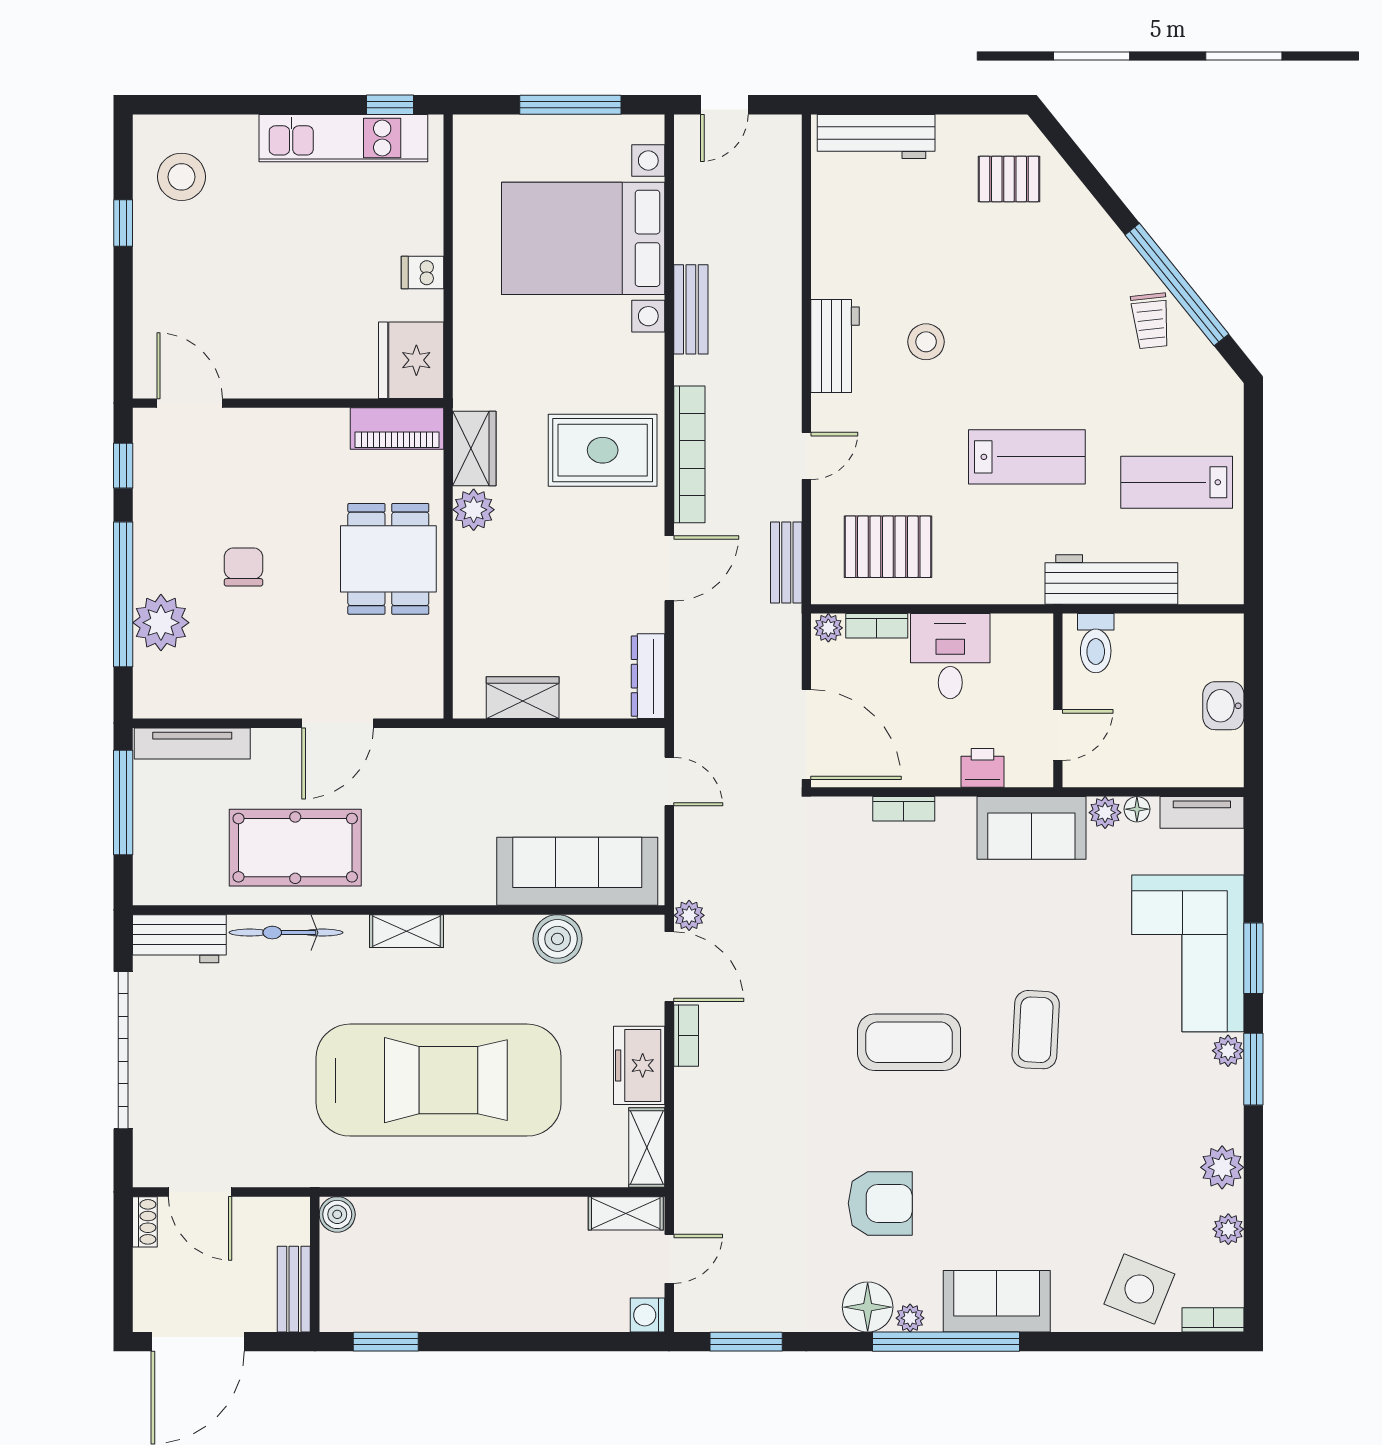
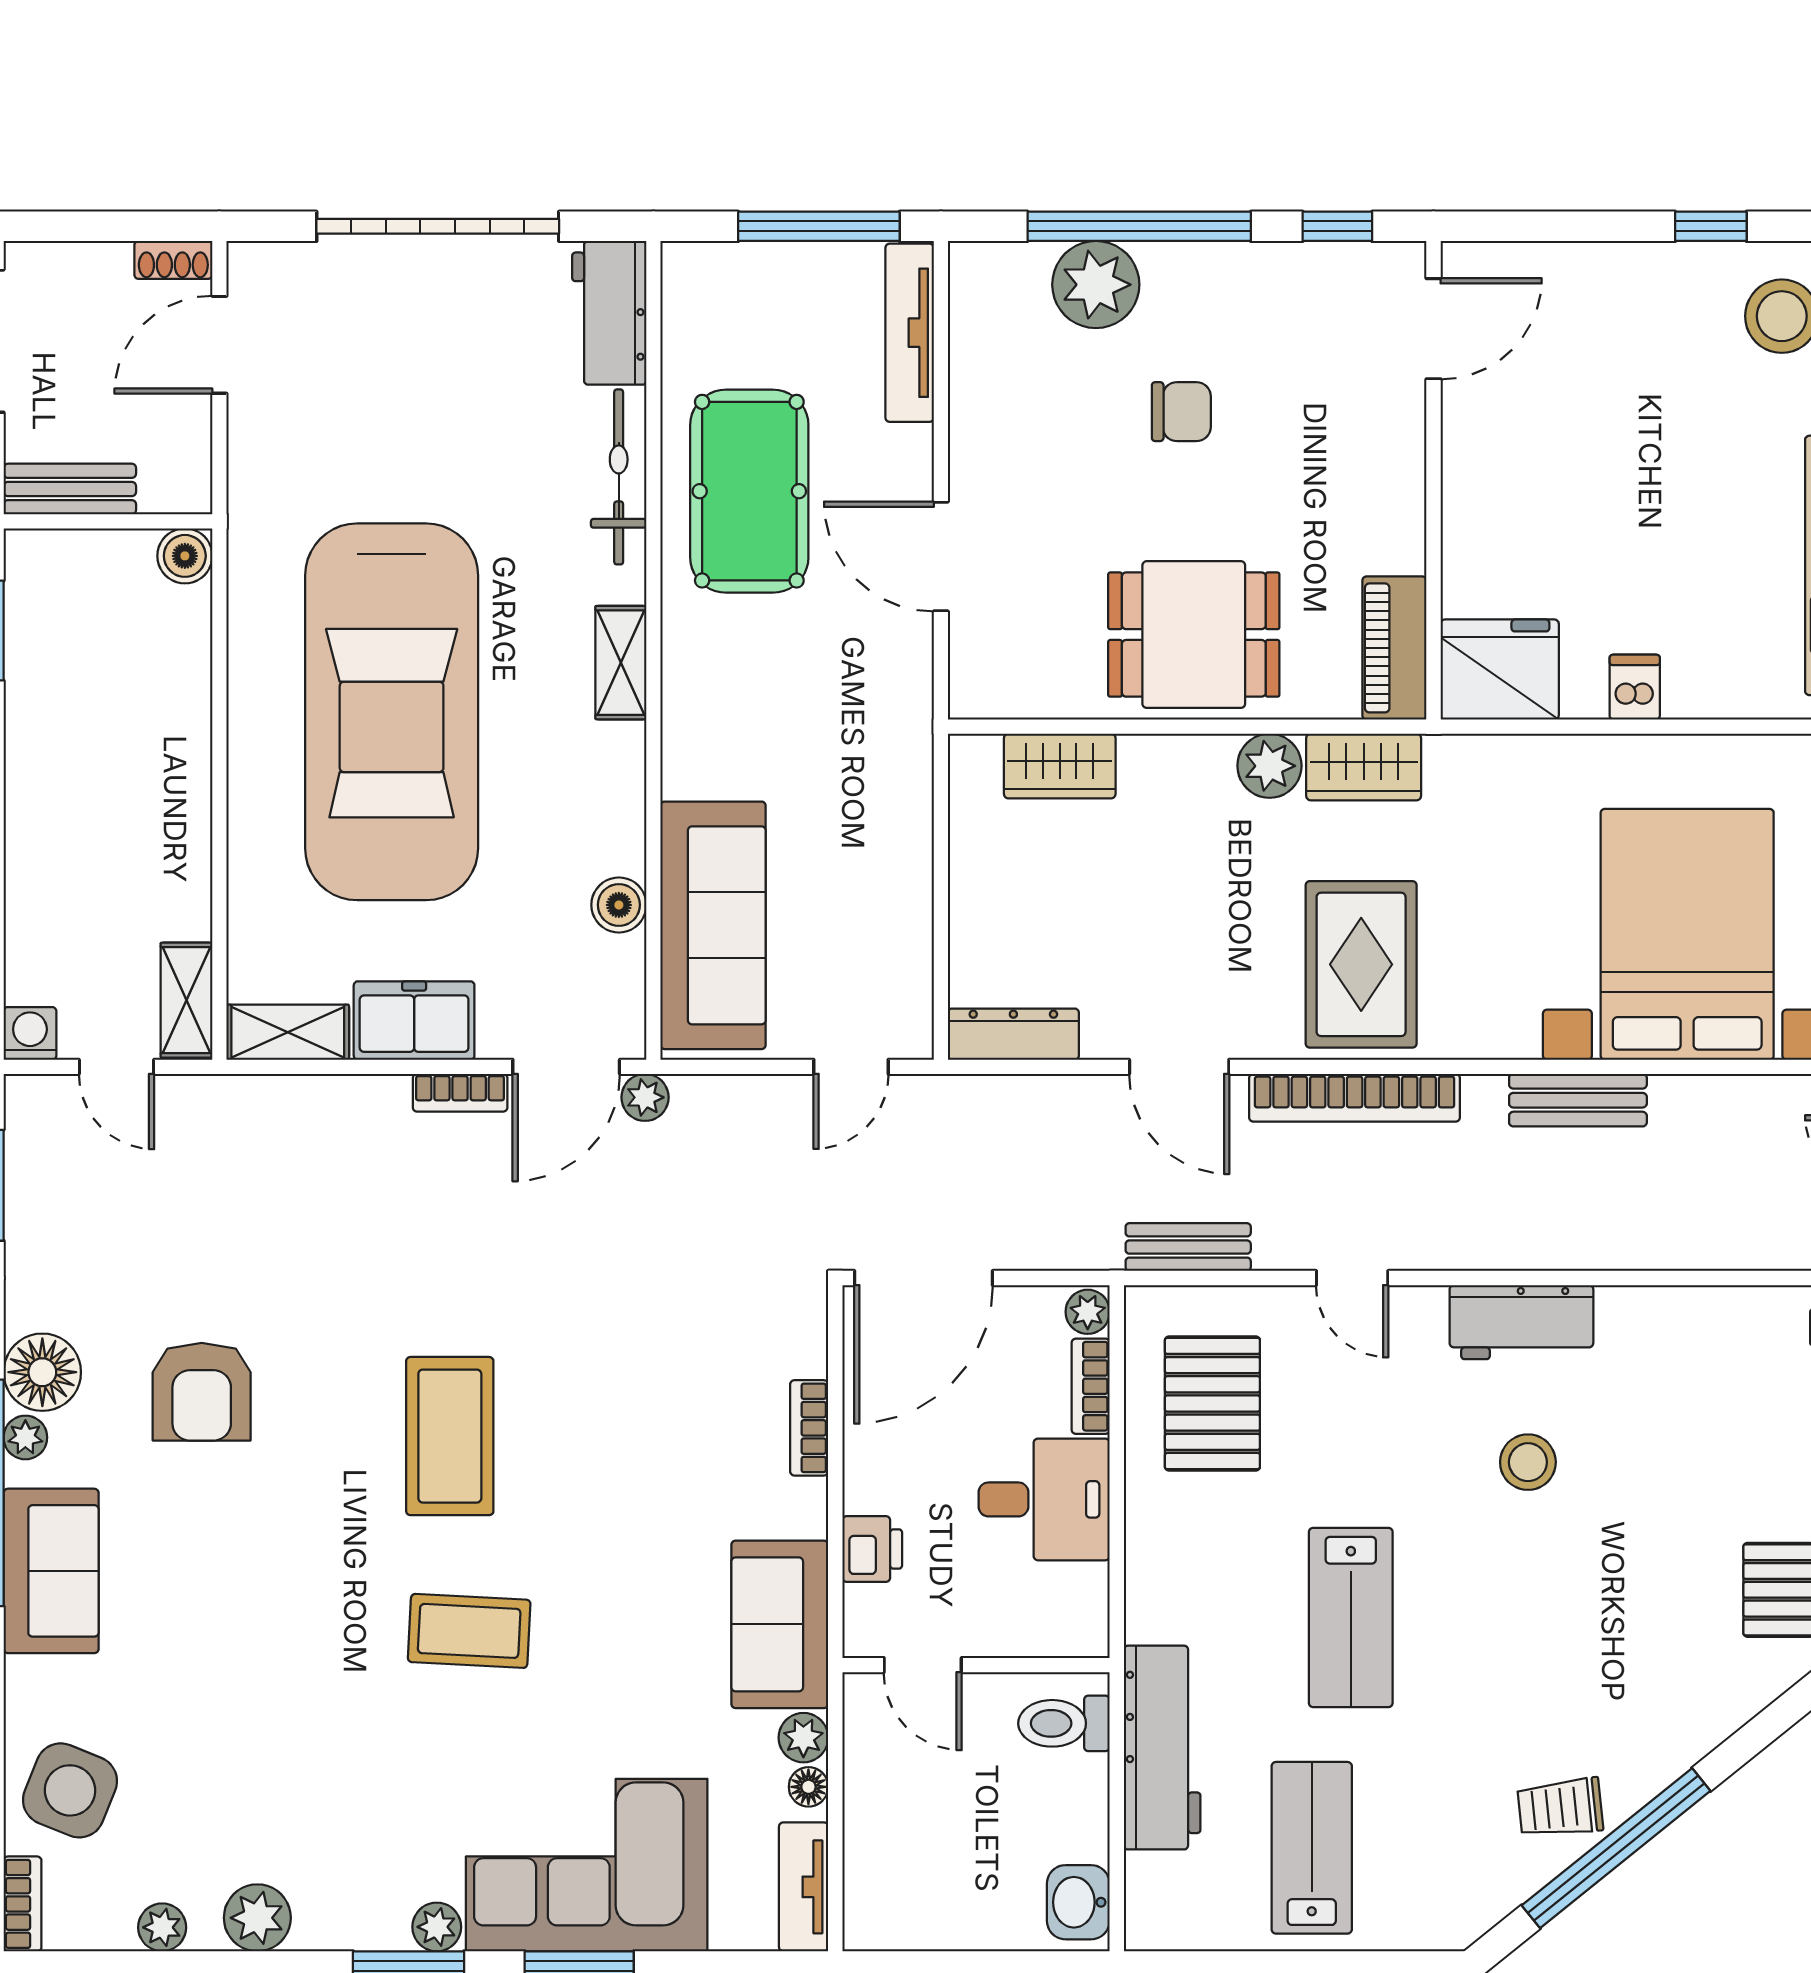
wardrobe: (523, 698) -> (1060, 766), moved, turned 90
washbasin: (1223, 706) -> (1078, 1902), moved, turned -90
boiler: (558, 939) -> (619, 905), width x0.73, depth x0.73

